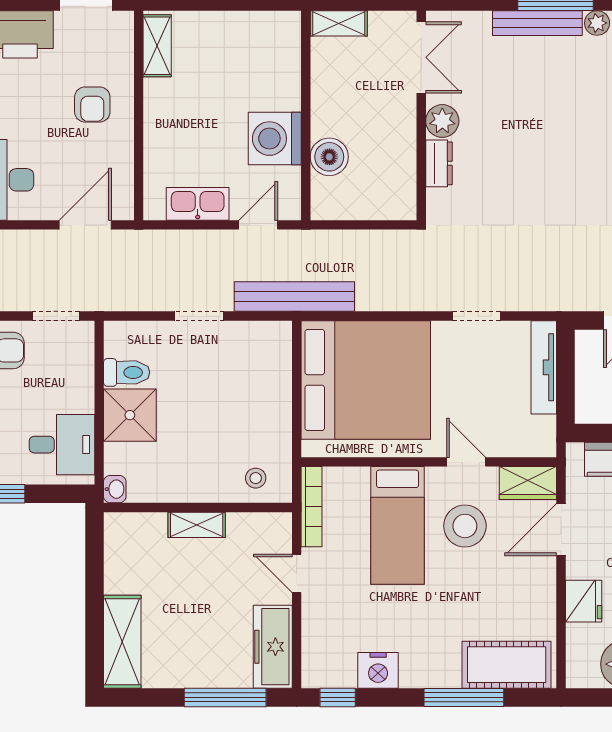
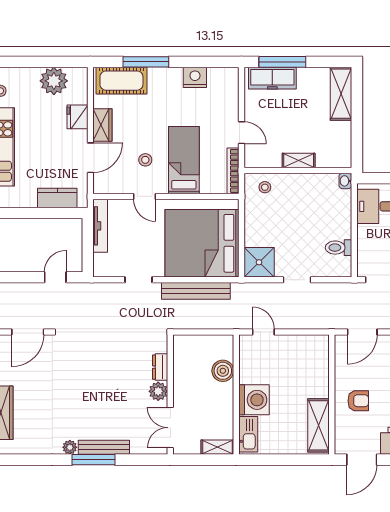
shelving: (157, 46) -> (318, 425), width x1.50, depth x1.33
armchair: (92, 105) -> (358, 401), turned 90
washing machine: (275, 139) -> (254, 400), moved
kitchen sink: (198, 204) -> (248, 434), moved, turned -90
door: (258, 225) -> (263, 332), swing flipped
bench: (294, 297) -> (196, 291), moved
tv unit: (544, 367) -> (100, 226), moved
shower: (130, 415) -> (259, 262), moved
wardrobe: (528, 483) -> (102, 125), moved, turned 90
stool: (465, 526) -> (145, 160), width x0.53, depth x0.53
freezer: (273, 647) -> (272, 78), moved, turned 90
window: (338, 697) -> (218, 62), removed

